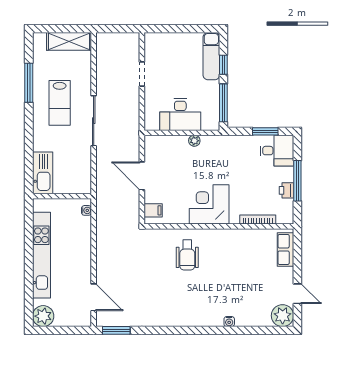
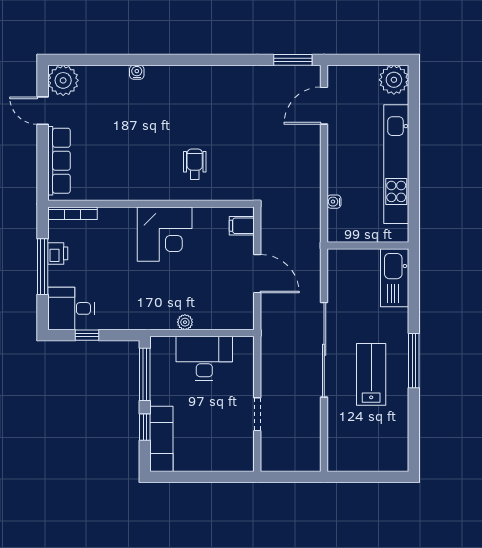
shelving: (69, 41) -> (358, 459), removed
window: (29, 83) -> (414, 361), moved
sliding door: (94, 121) -> (324, 350), width x1.36
window: (265, 131) -> (87, 335), width x0.67
water cooler: (86, 210) -> (334, 202), moved
bookcase: (258, 220) -> (72, 213), moved
row of seats: (286, 249) -> (59, 161), width x1.48
wheelchair: (187, 255) -> (195, 164), width x0.73, depth x0.73
door: (94, 297) -> (324, 106), hinge flipped

